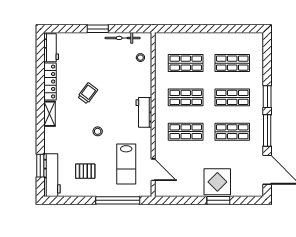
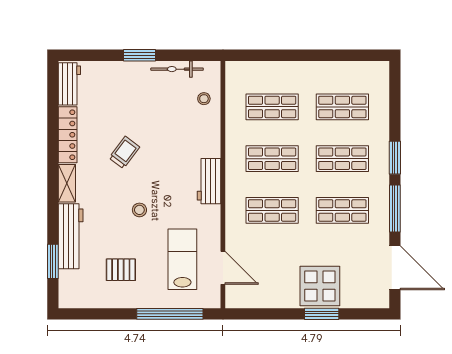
lab bench: (126, 164) -> (182, 259), turned 180
workbench: (52, 175) -> (71, 236), moved

